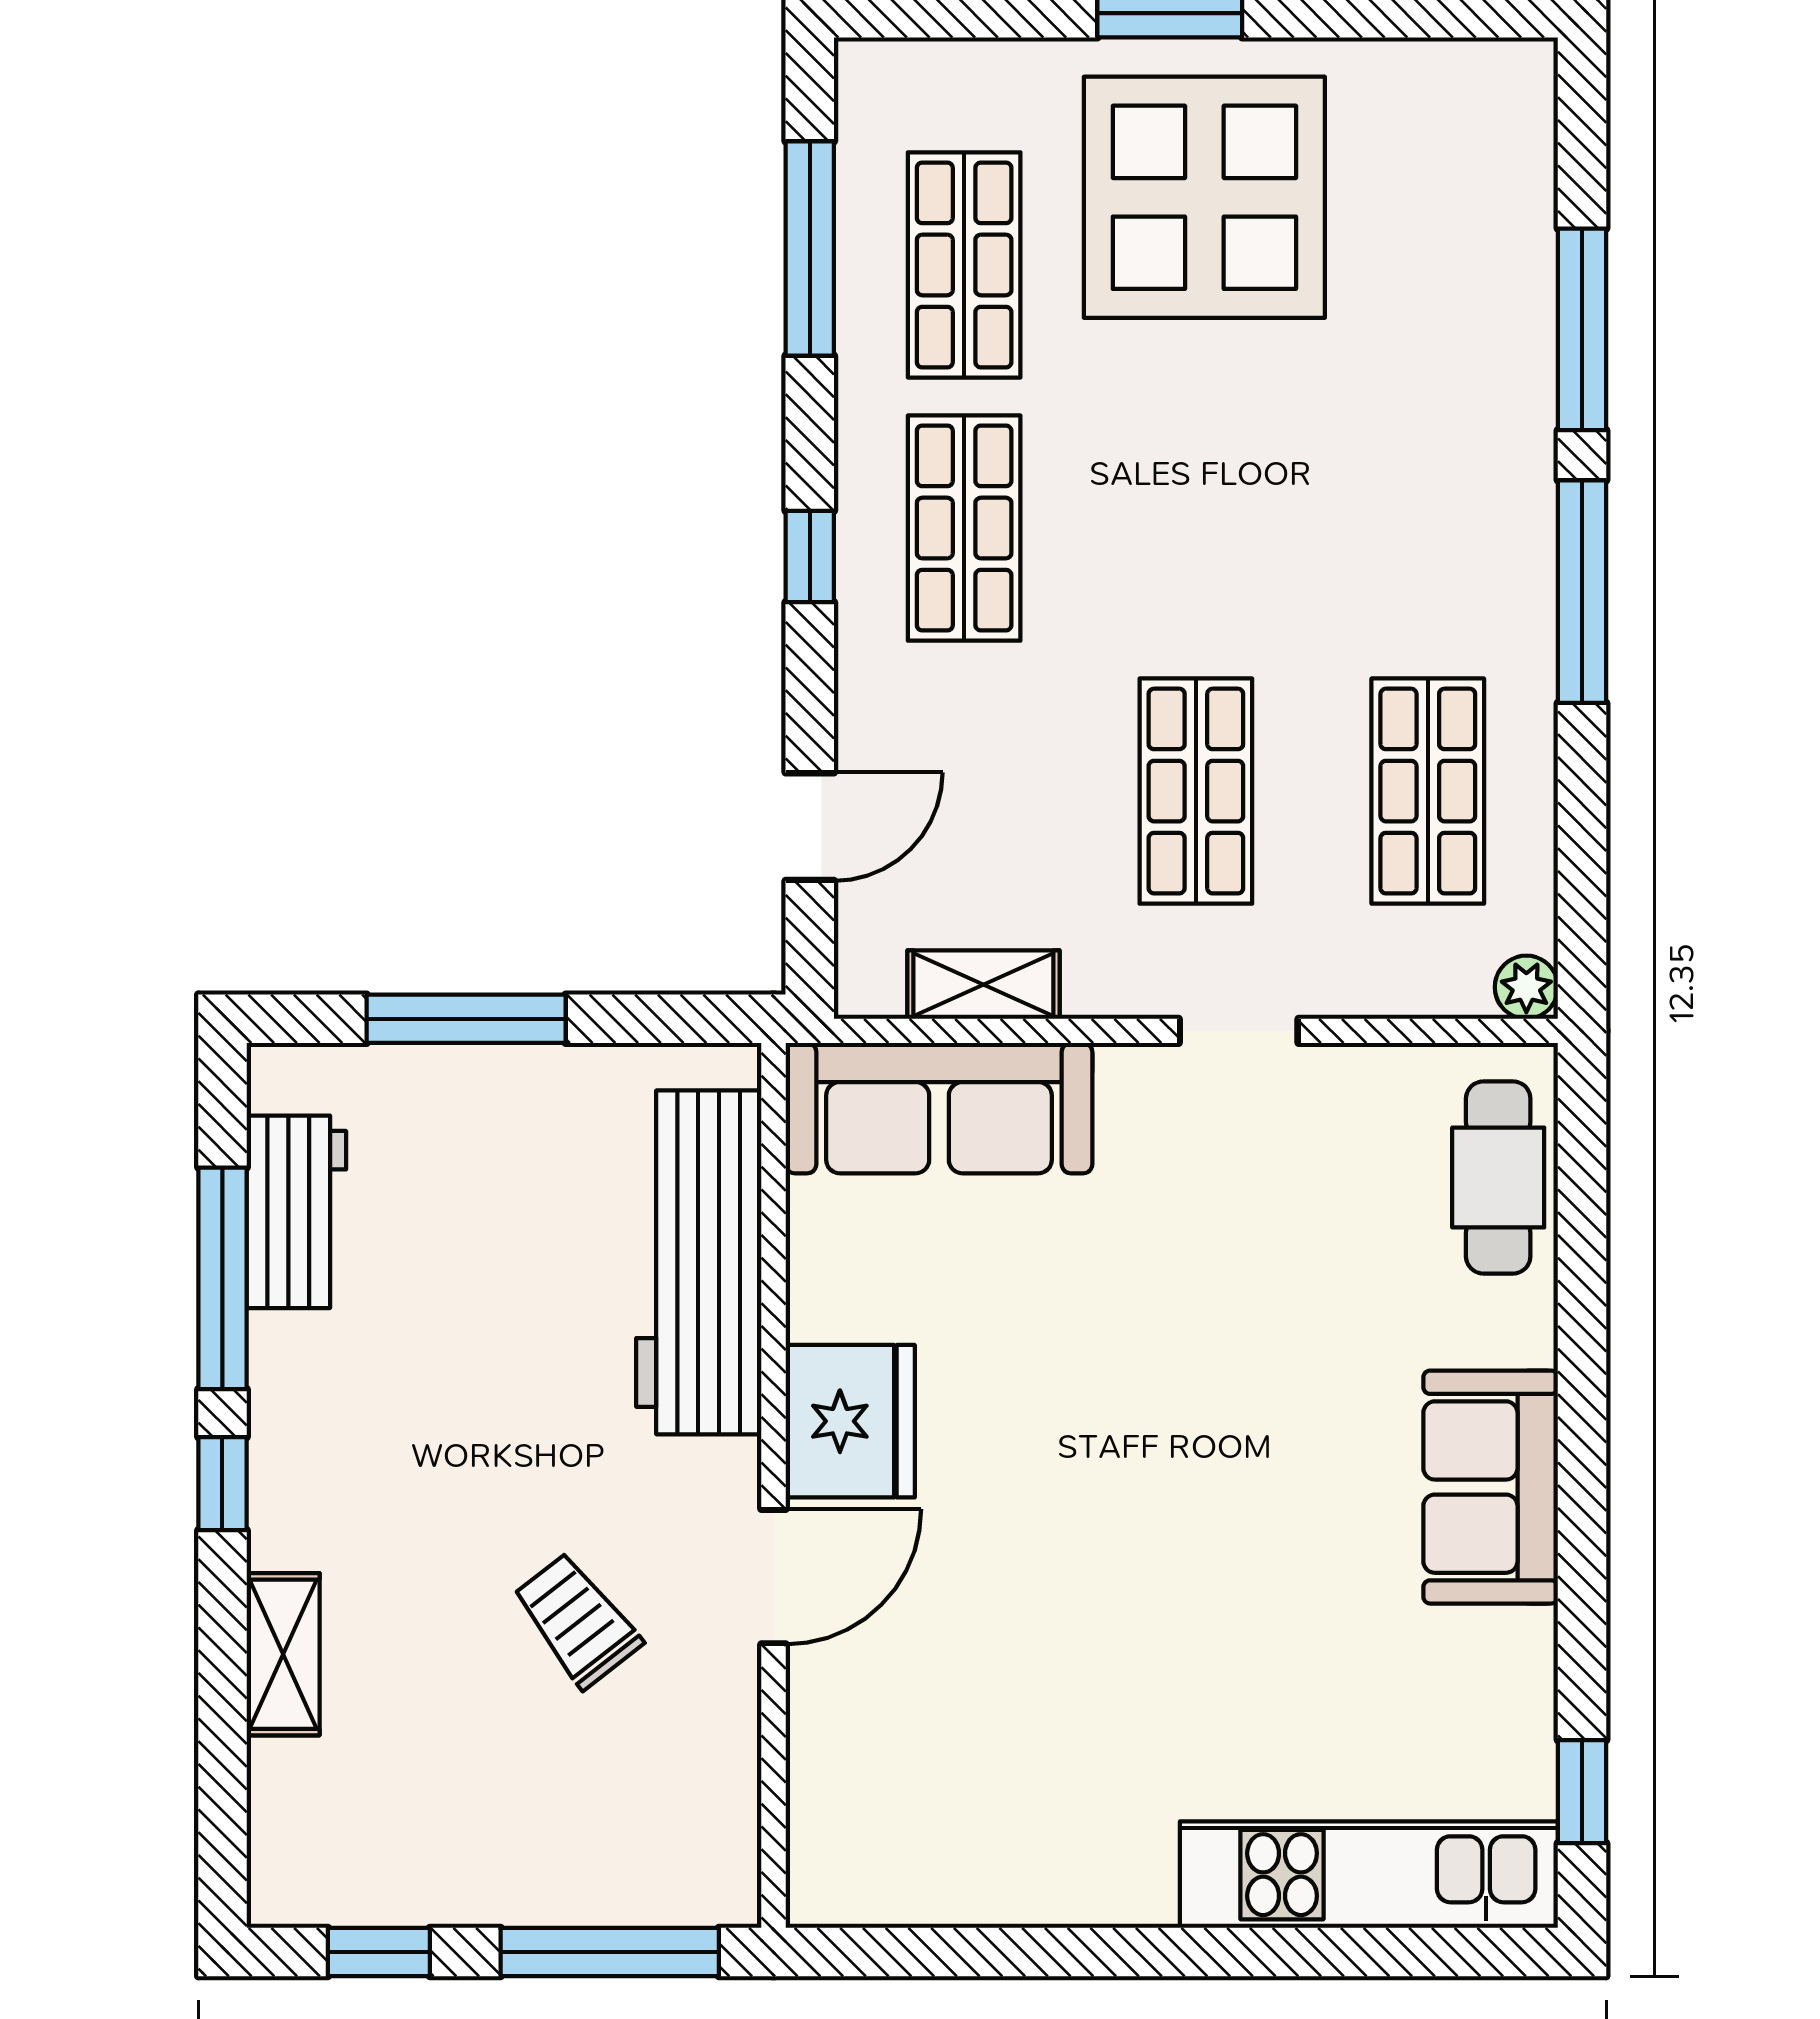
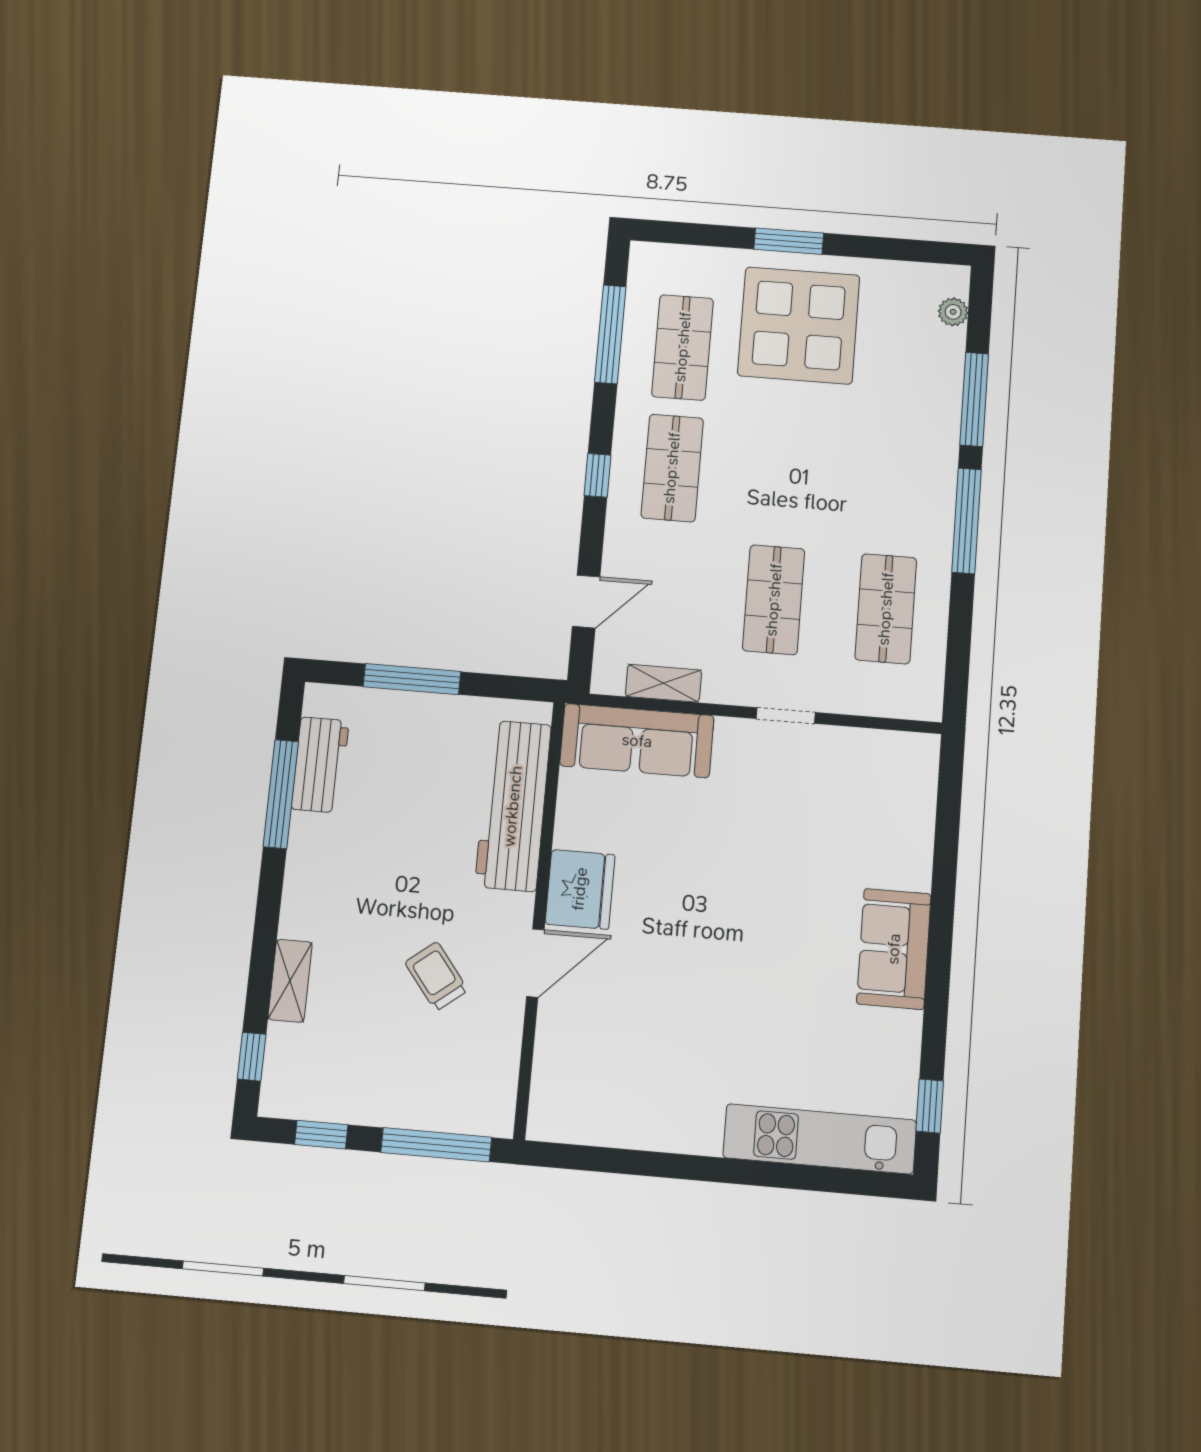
plant: (1526, 987) -> (953, 312), moved
cafe table: (1498, 1177) -> (908, 797), removed
window: (222, 1484) -> (252, 1057), moved

